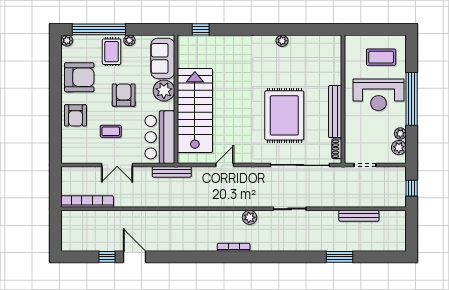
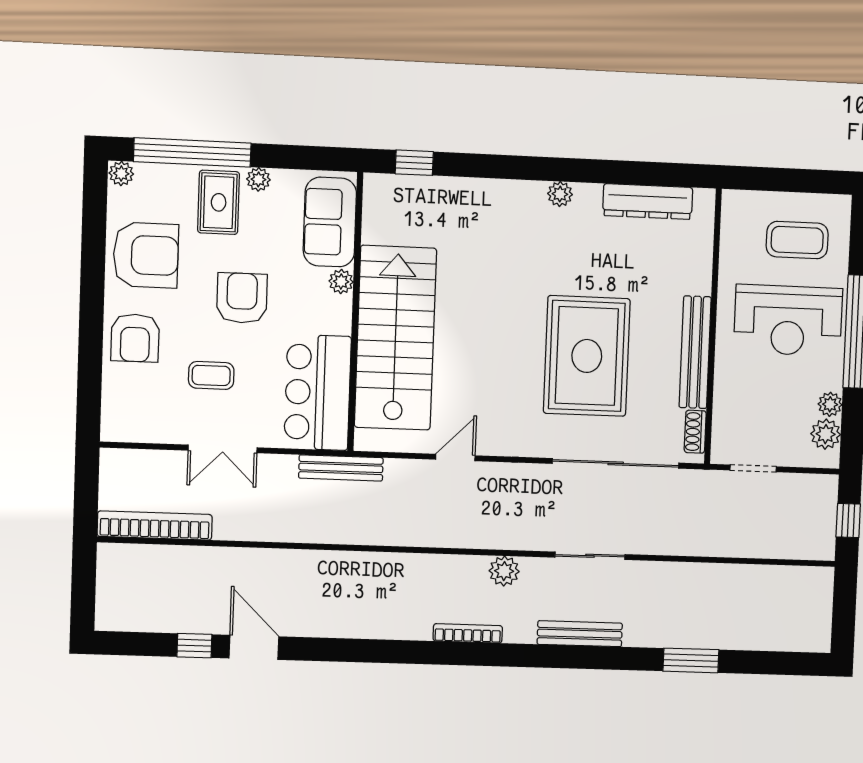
plant: (282, 41) -> (560, 194), moved
dresser: (310, 42) -> (648, 201), added
plant: (164, 91) -> (341, 282), width x0.53, depth x0.53
bench: (359, 216) -> (580, 634), moved

